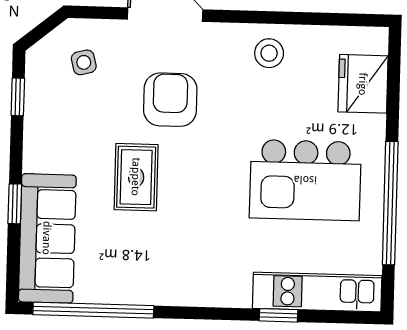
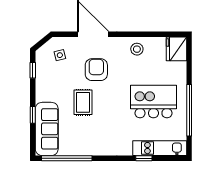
fridge: (363, 84) -> (176, 49), moved
kitchen island: (305, 180) -> (153, 102), turned 180

